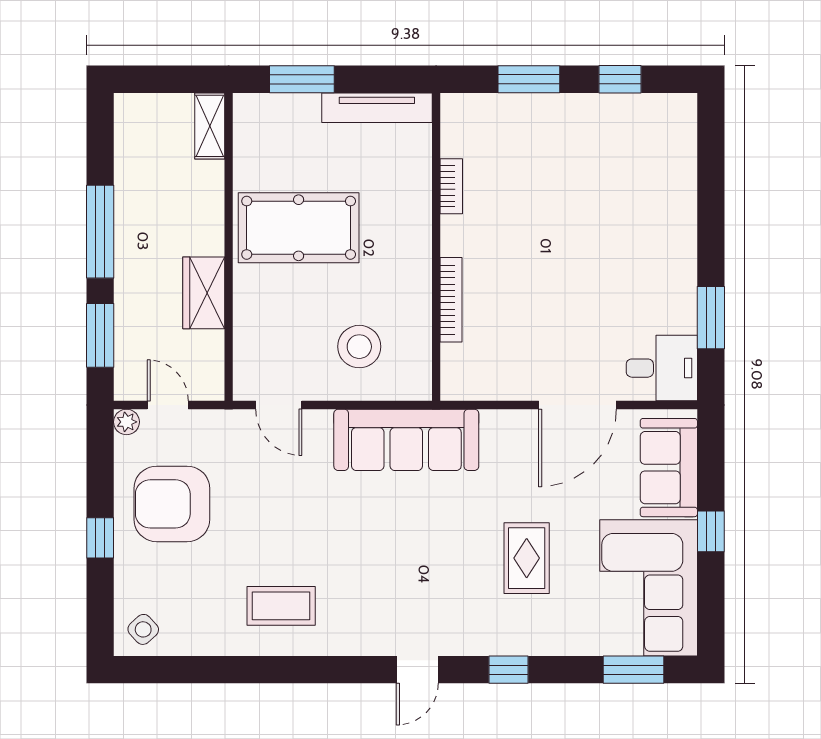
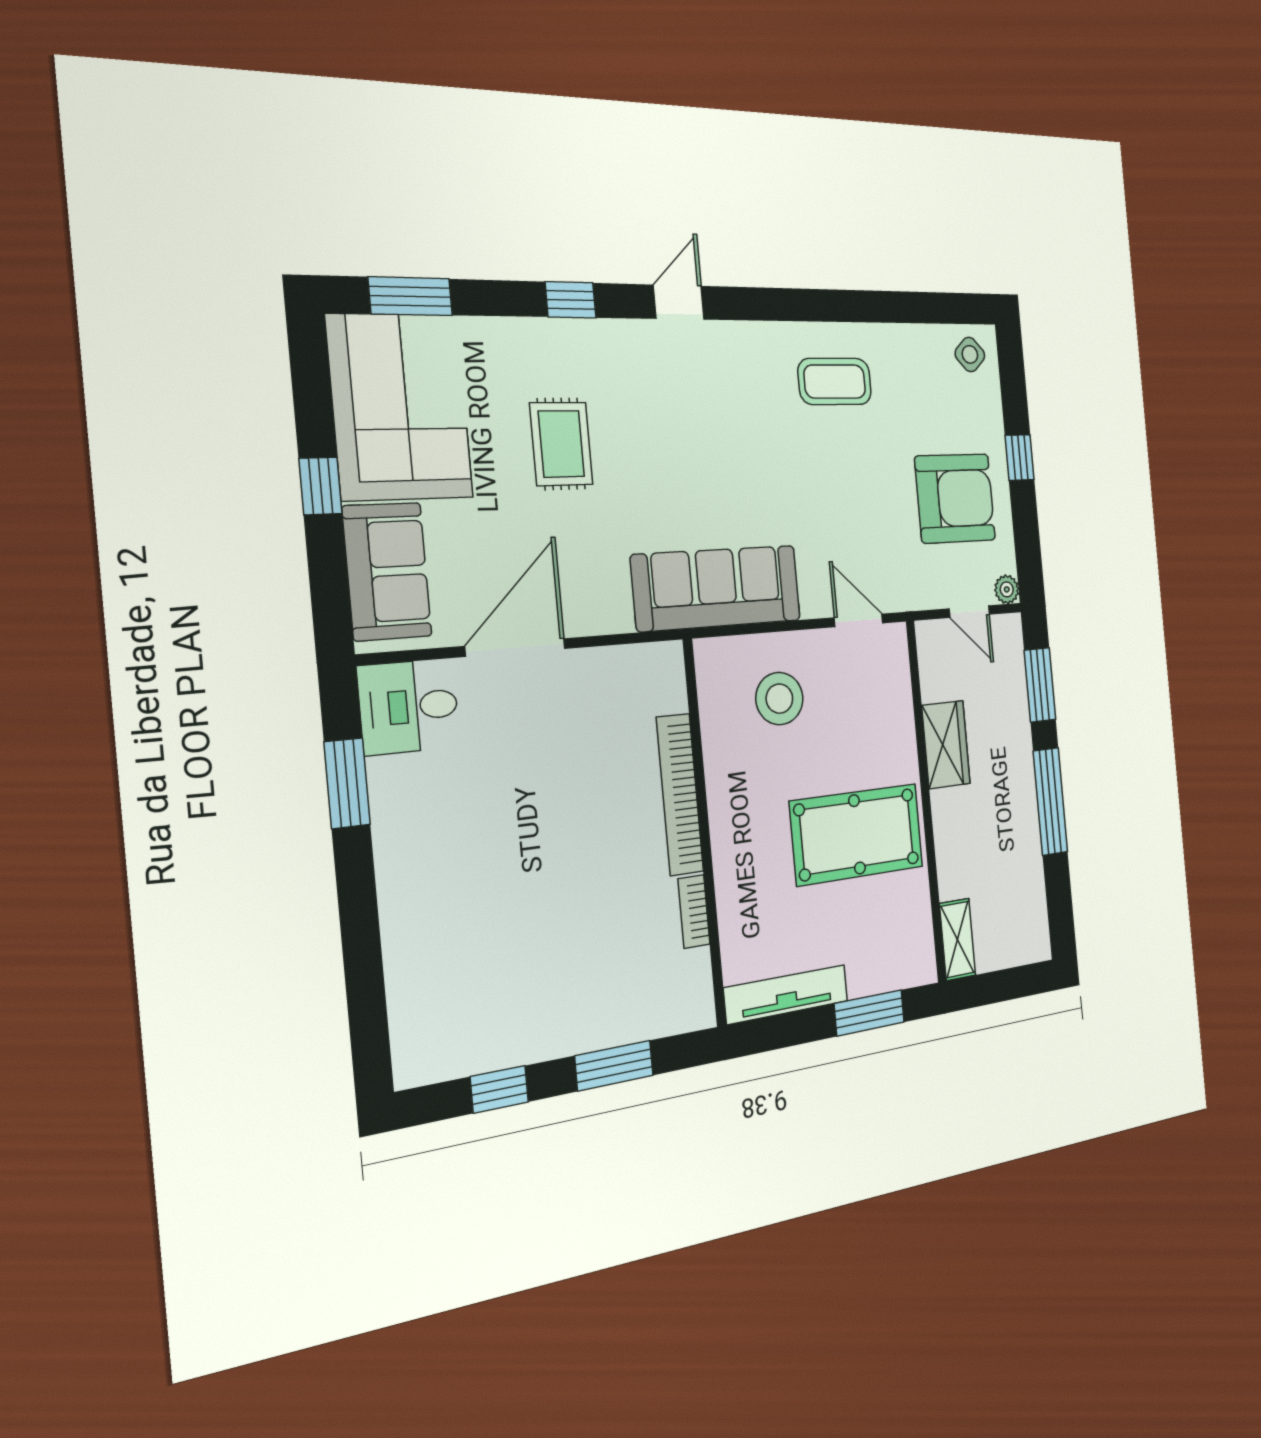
bookcase: (451, 300) -> (680, 794), width x1.48, depth x1.31

